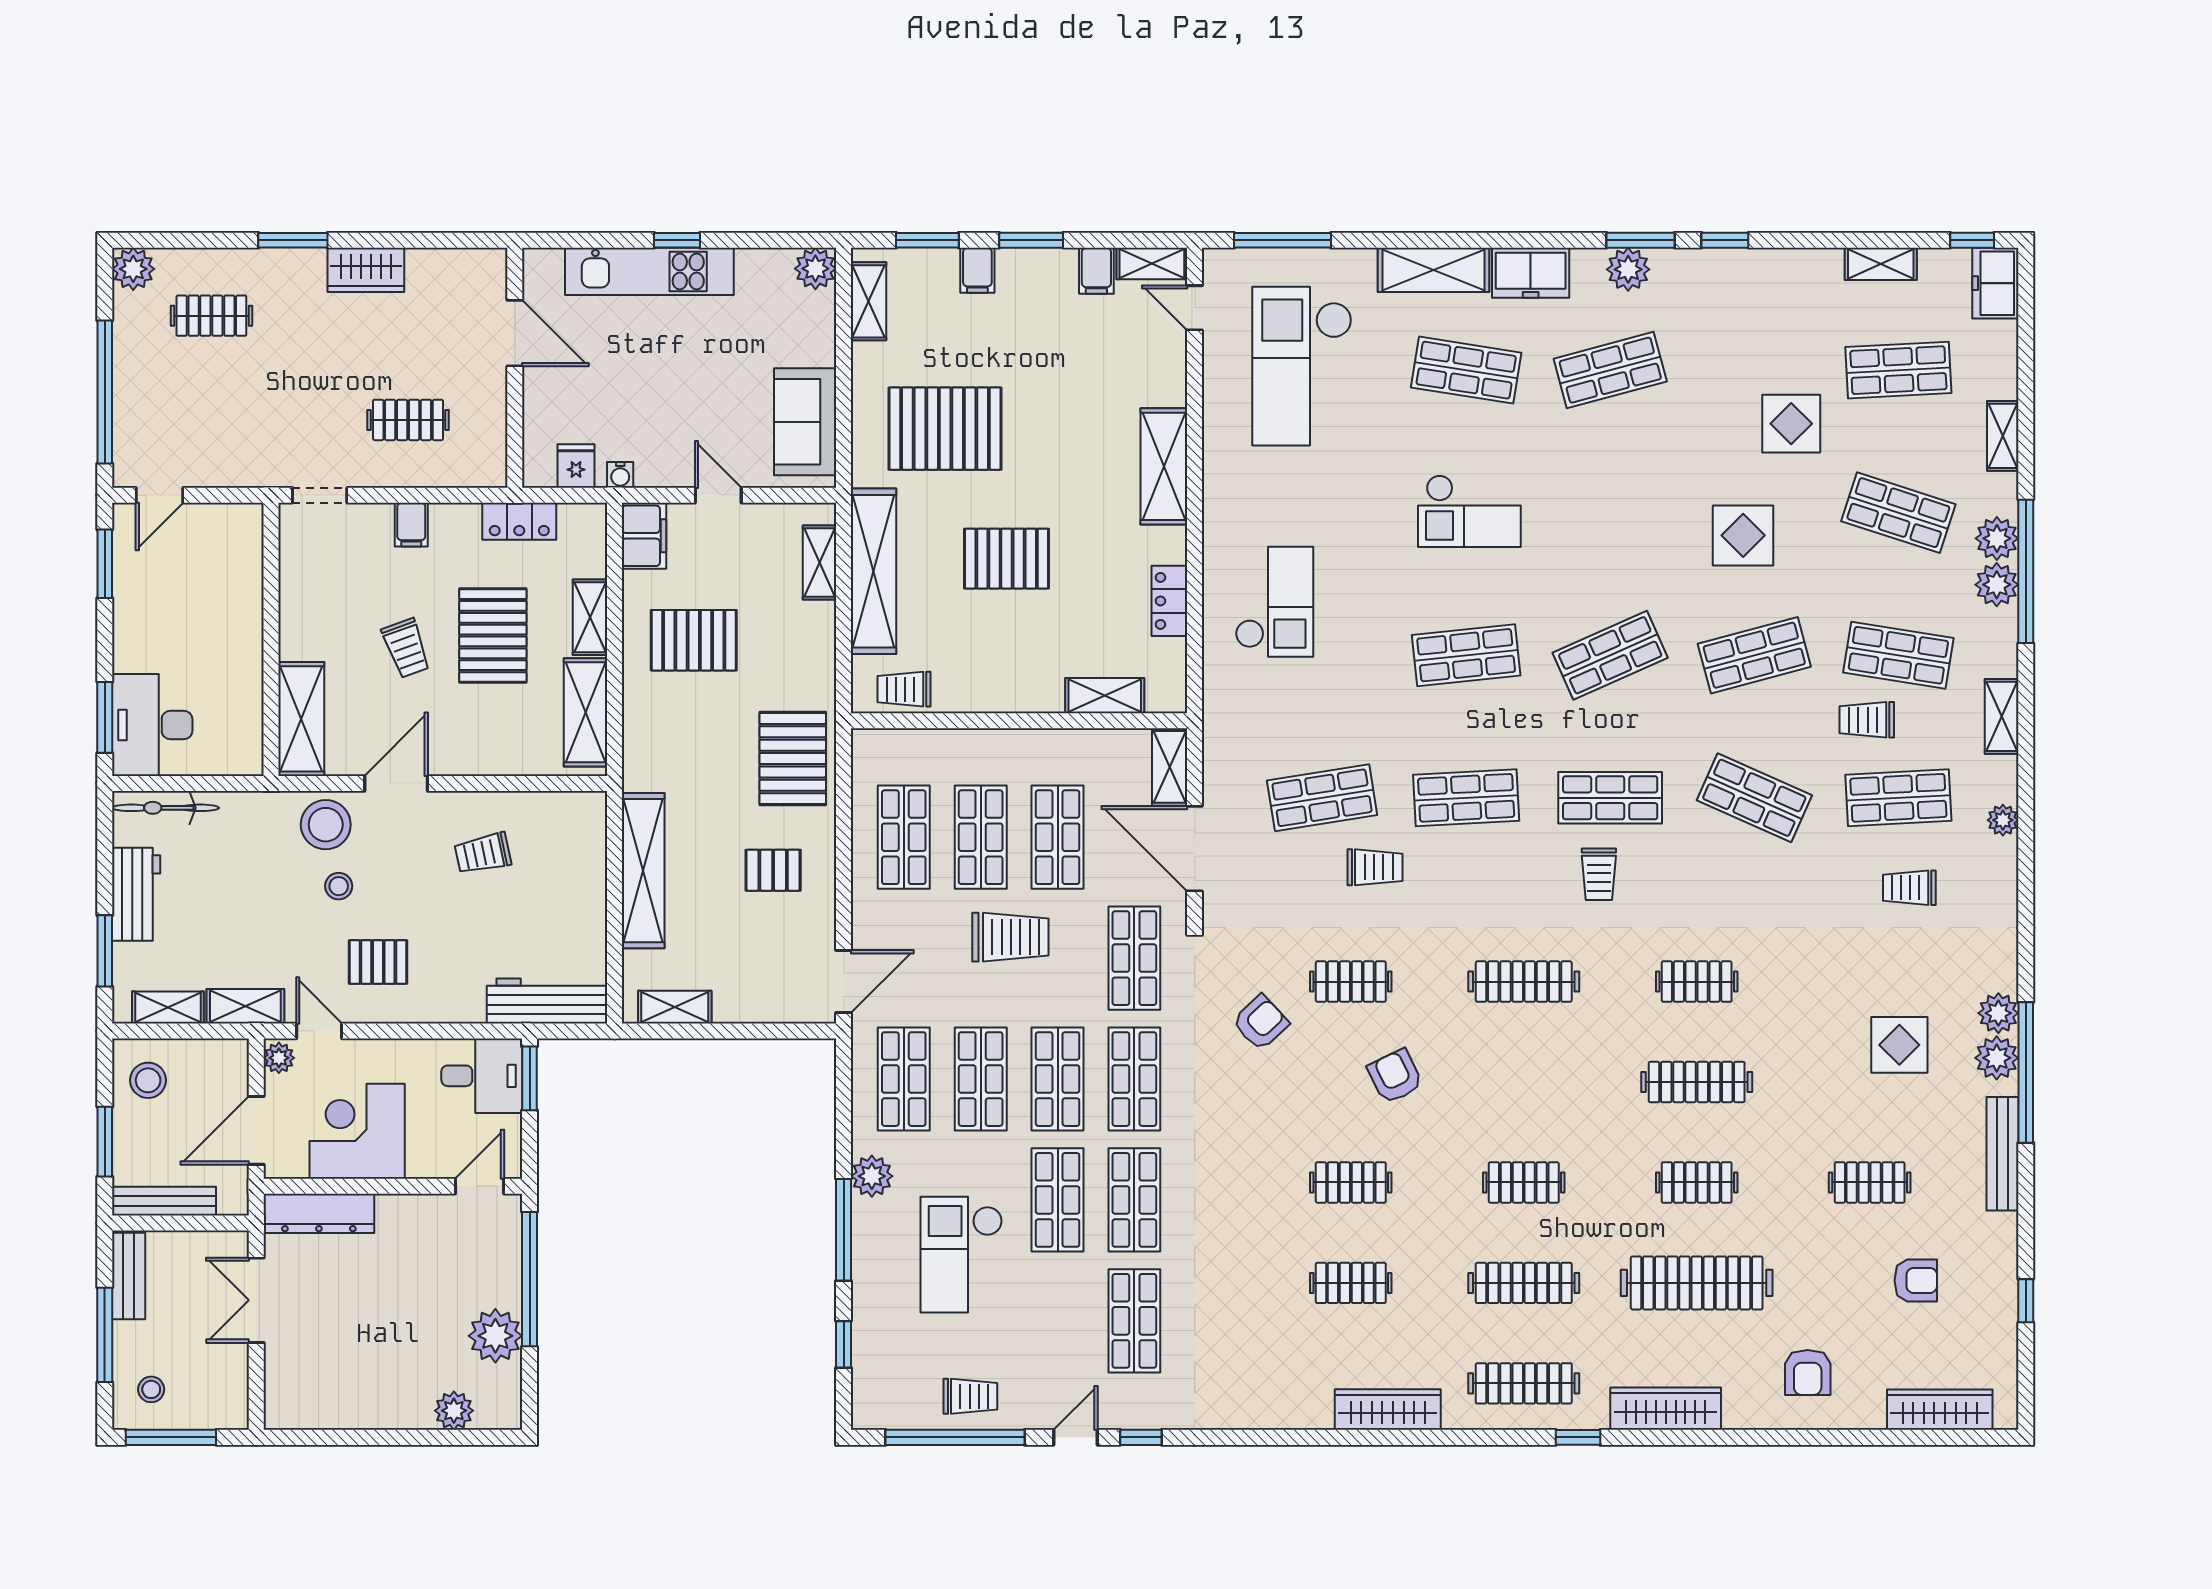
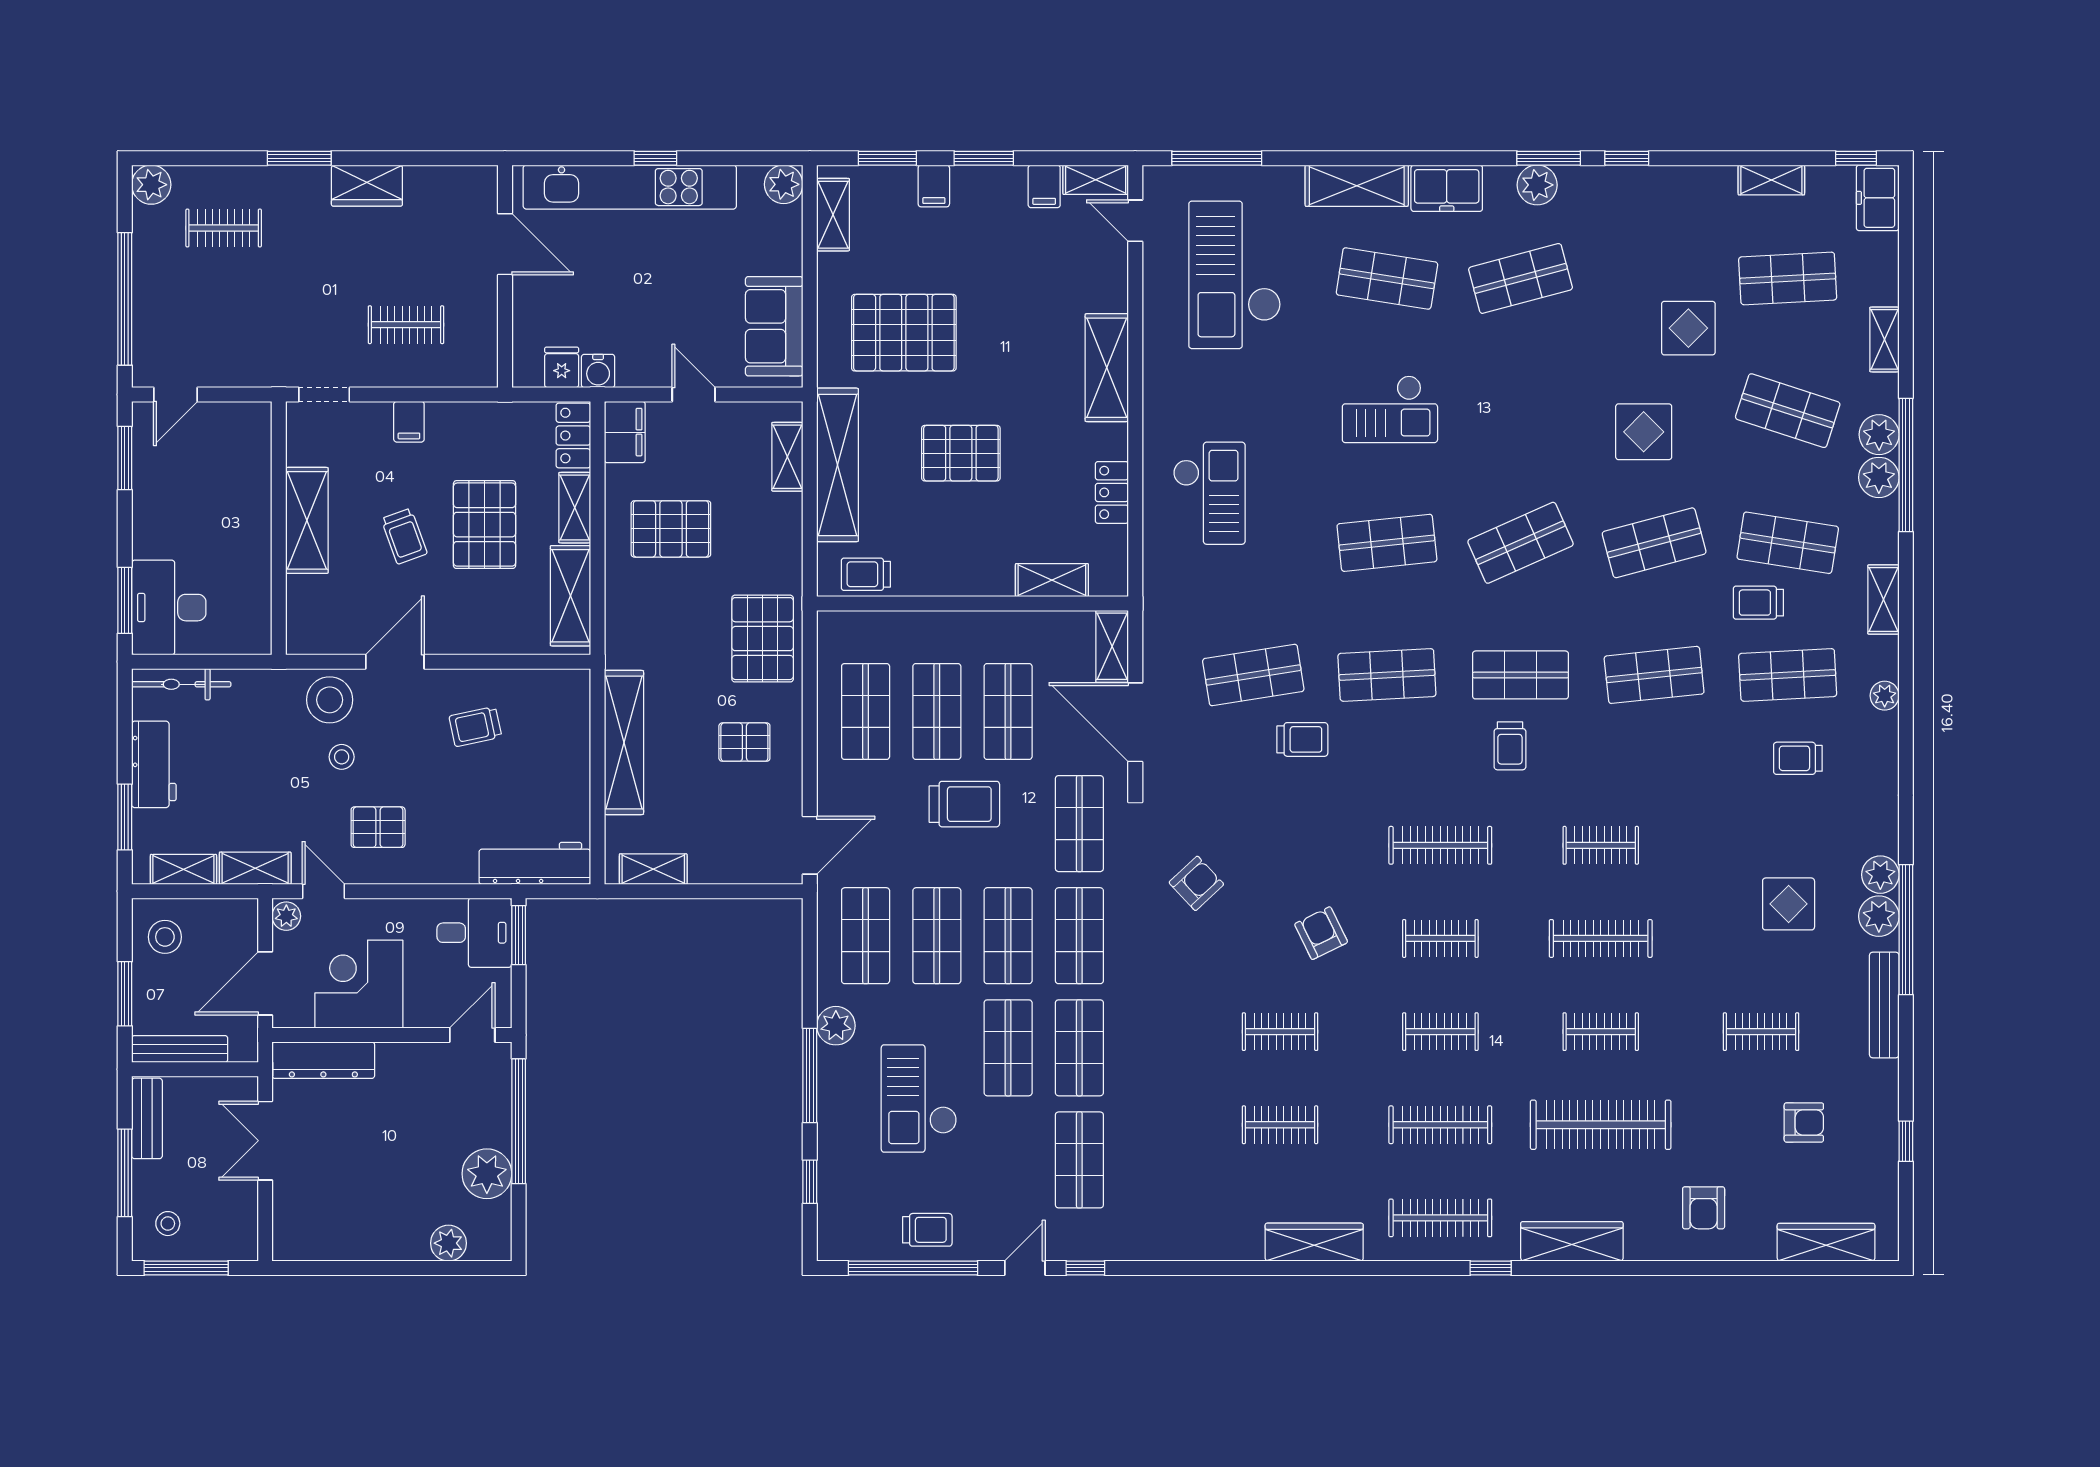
kitchen unit: (649, 271) -> (630, 187), width x1.36
water cooler: (620, 475) -> (598, 371), width x1.38, depth x1.38
locker: (519, 521) -> (573, 436), moved, turned 90
shelving: (301, 719) -> (307, 520), moved
shop shelf: (1754, 798) -> (1654, 675), turned -30
clothes rail: (1351, 982) -> (1440, 938), moved

